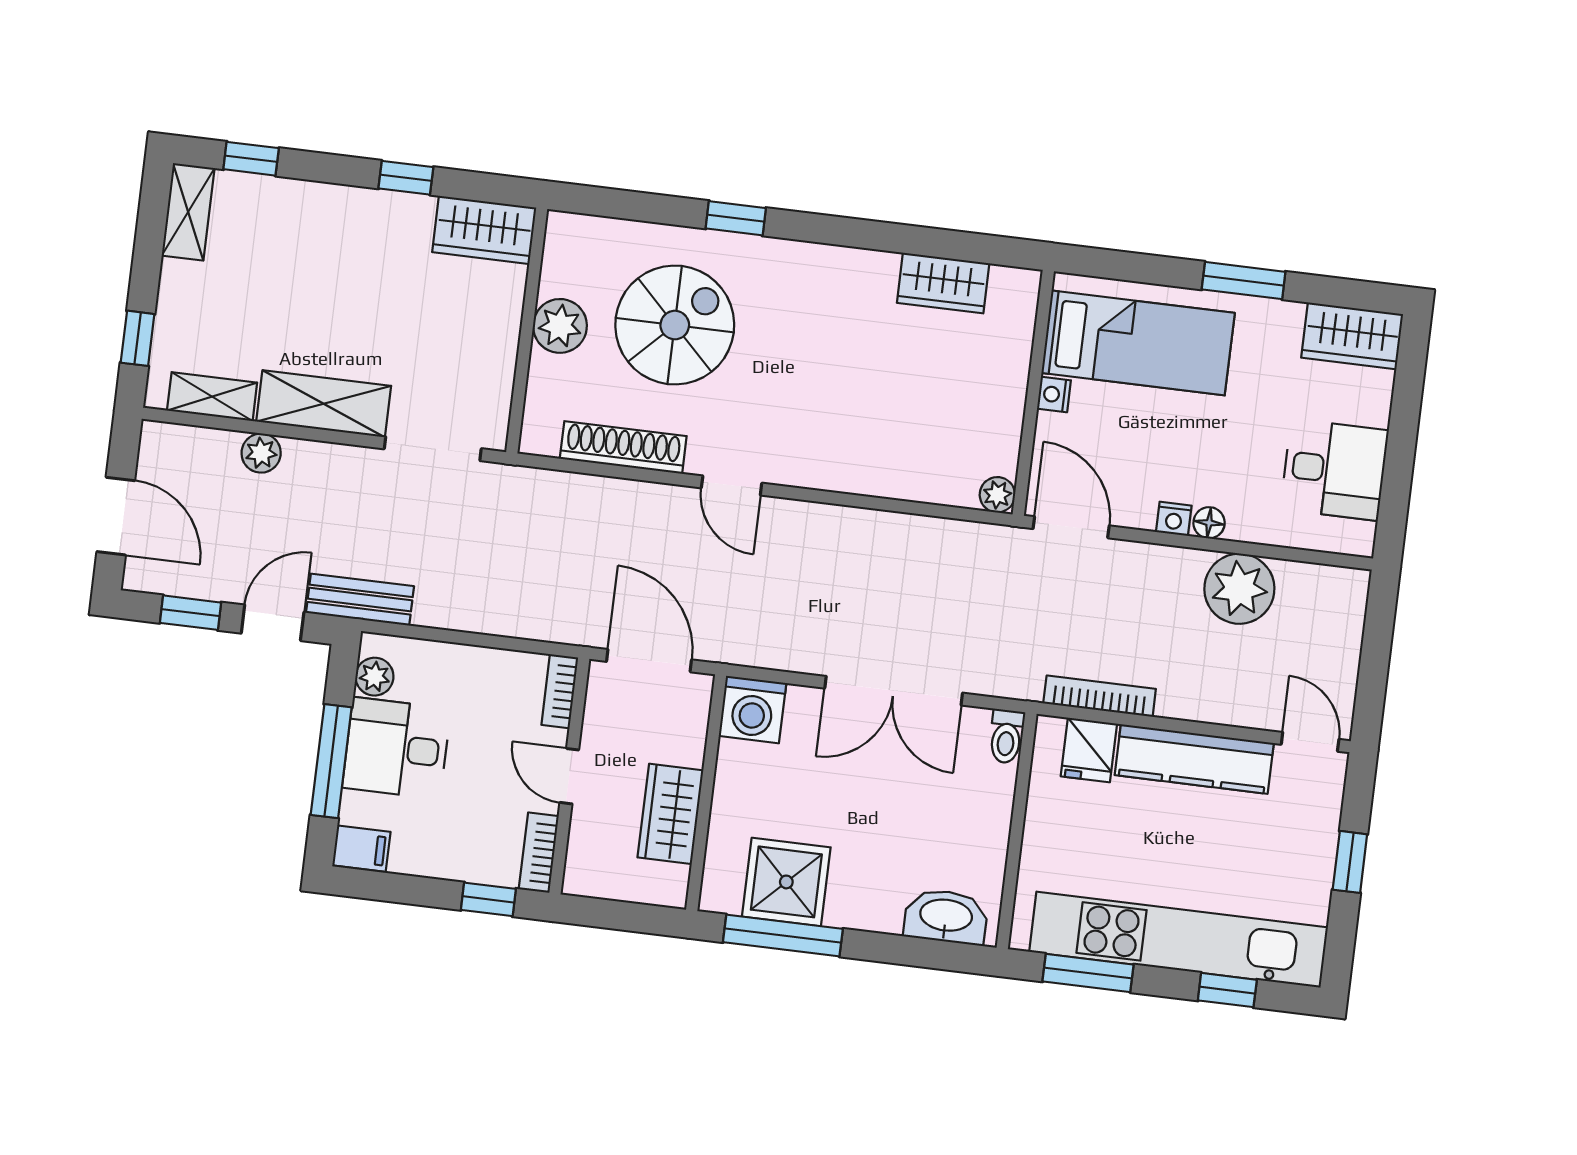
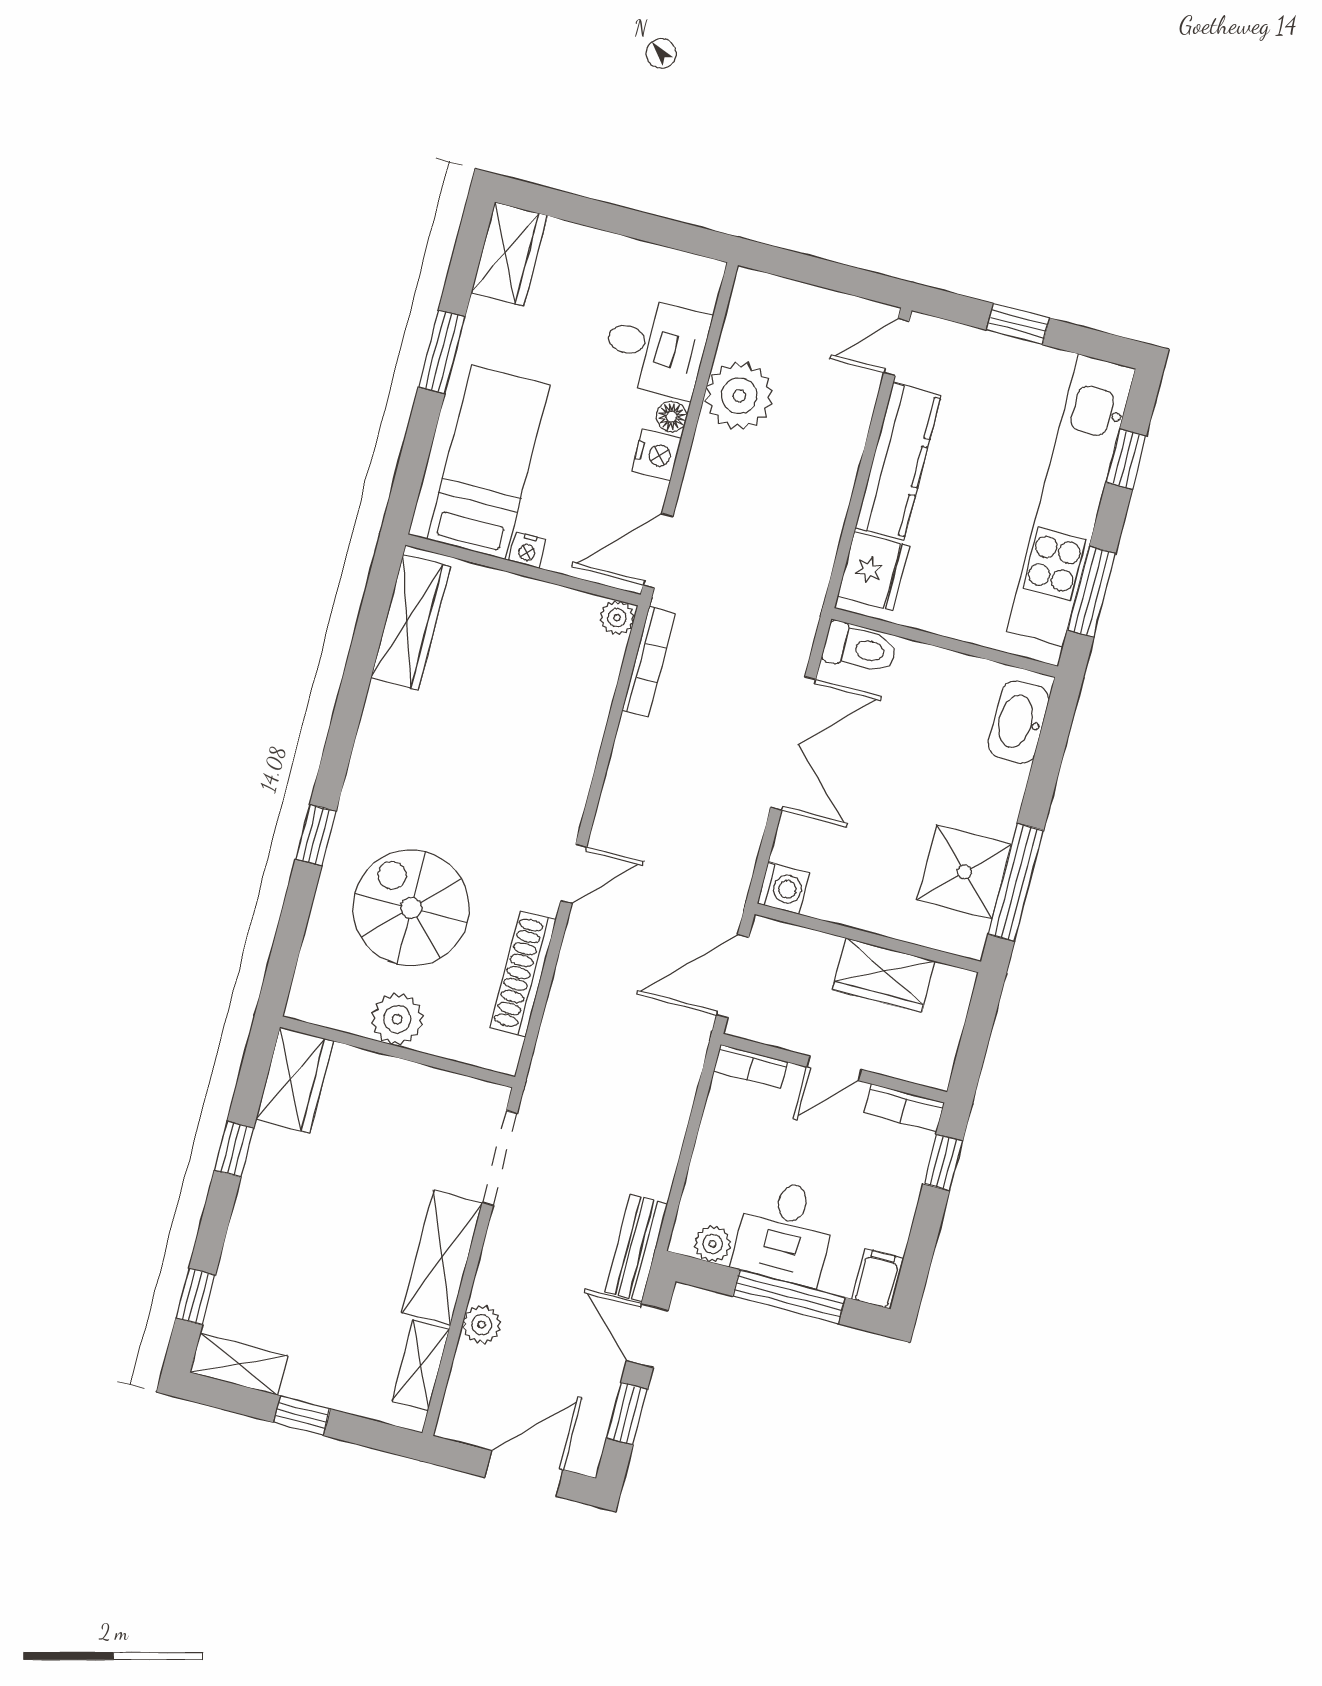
wardrobe: (943, 283) -> (411, 622), width x1.50
window: (138, 338) -> (302, 1416), moved
desk: (1335, 470) -> (656, 347), moved, turned 90
nightstand: (1174, 519) -> (656, 455), width x1.39, depth x1.35
bookcase: (1100, 696) -> (649, 662), moved, turned 180
washing machine: (753, 709) -> (783, 888), width x0.73, depth x0.73
toilet: (1006, 736) -> (860, 648), width x1.37, depth x1.39
fridge: (1089, 750) -> (873, 571), width x1.38

